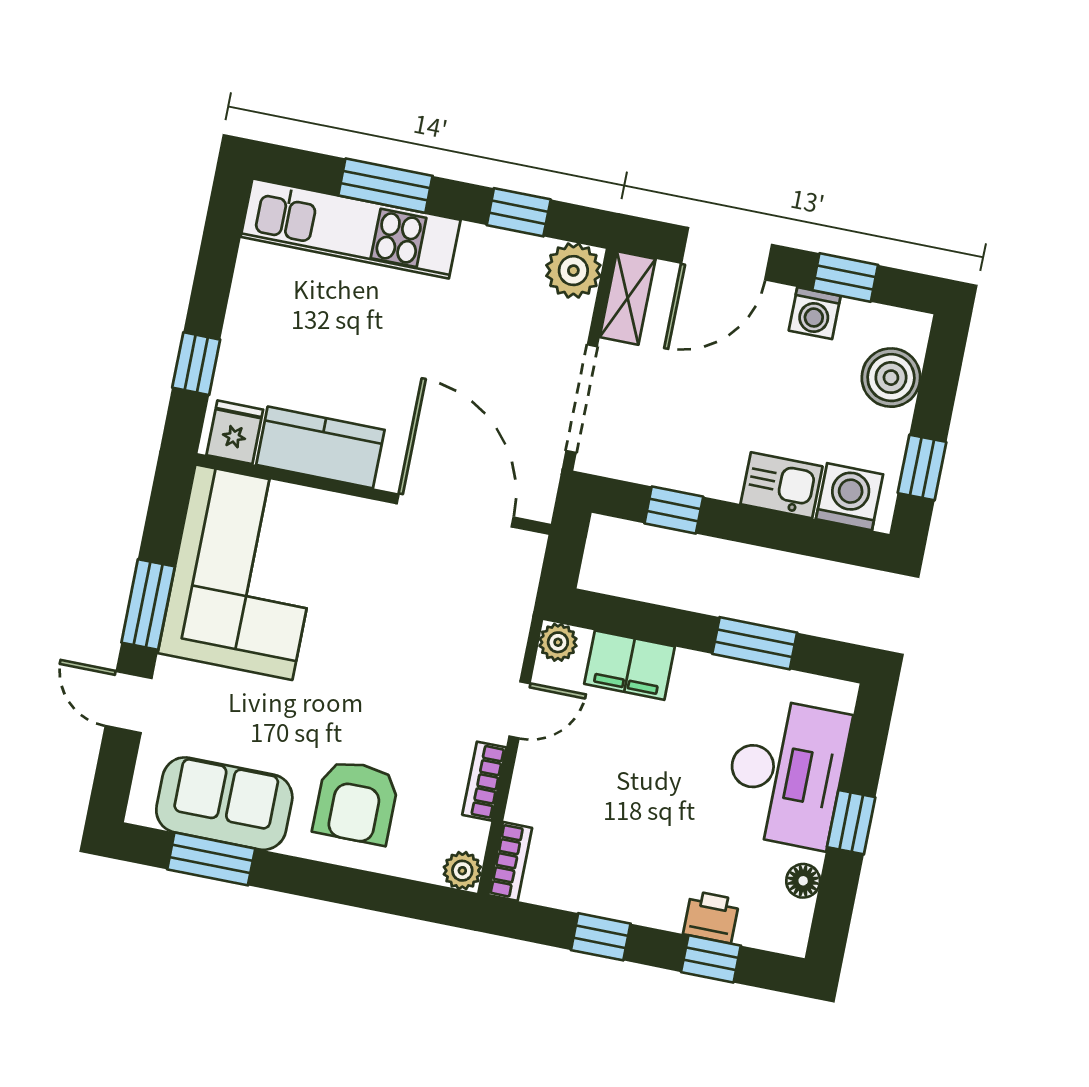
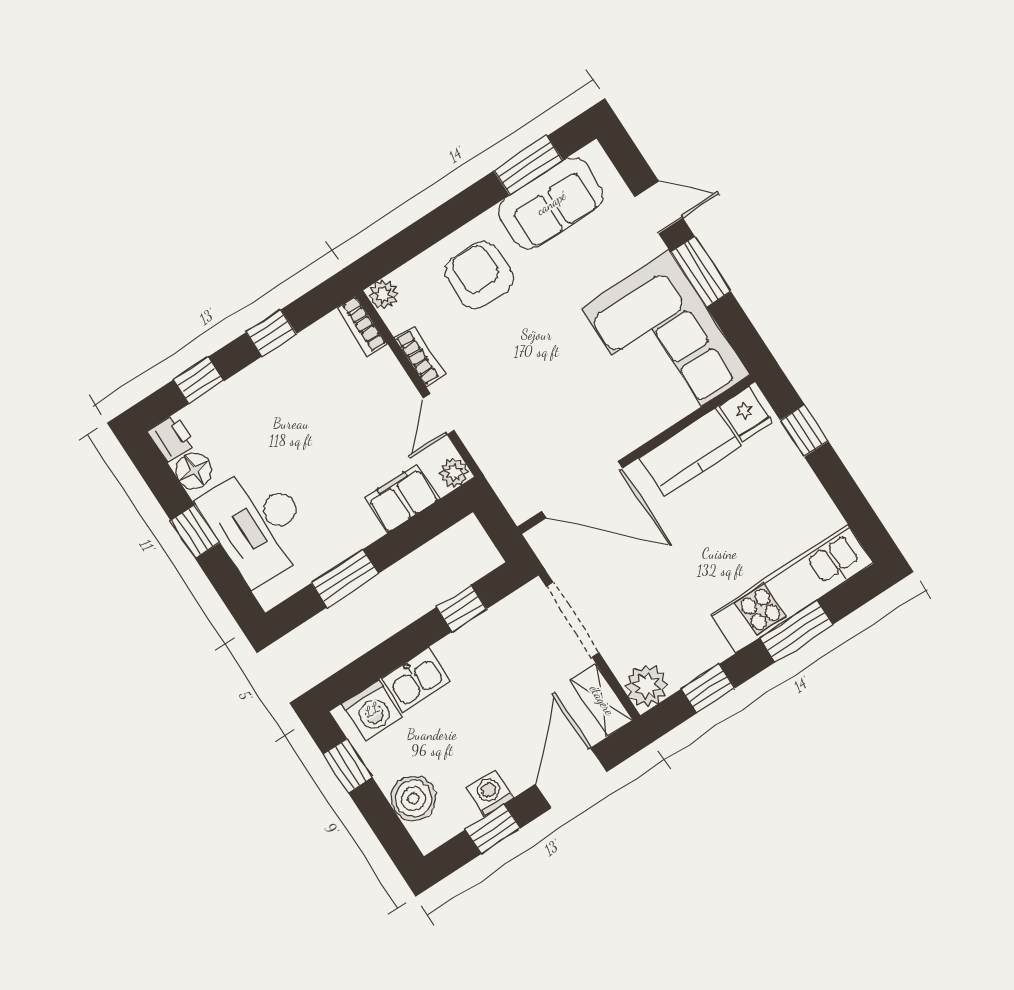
floor lamp: (803, 881) -> (194, 471), width x1.37, depth x1.37
printer: (711, 917) -> (172, 438), moved, turned -90

